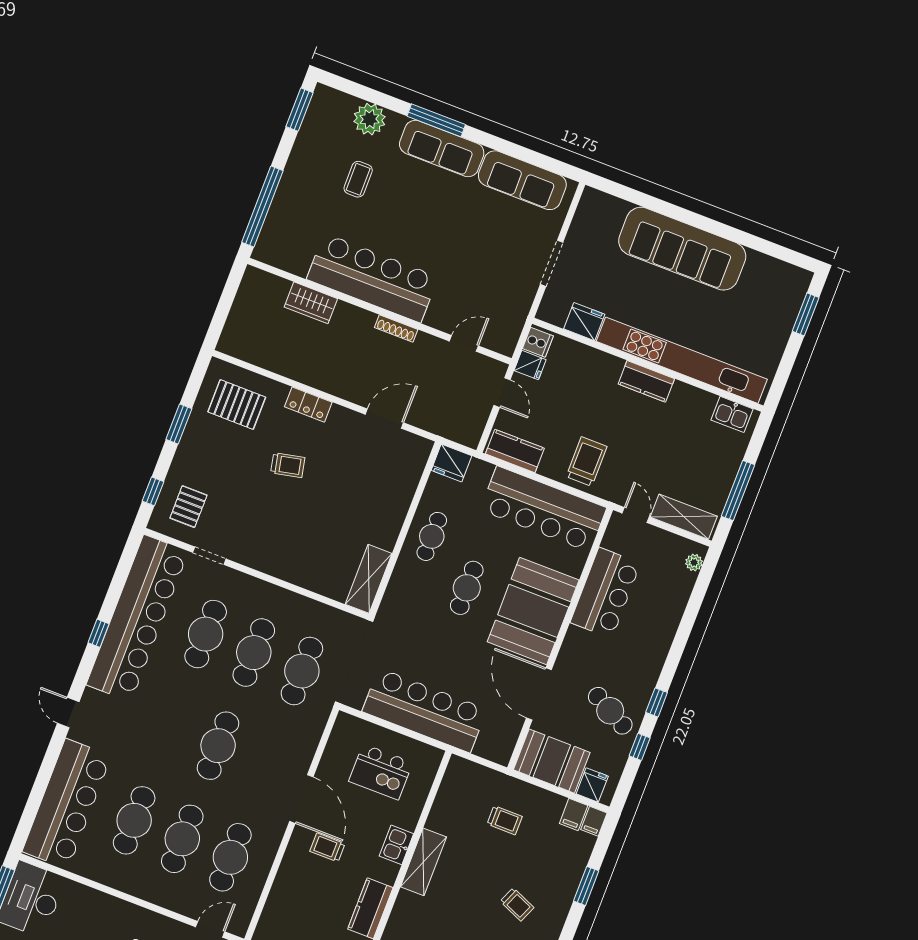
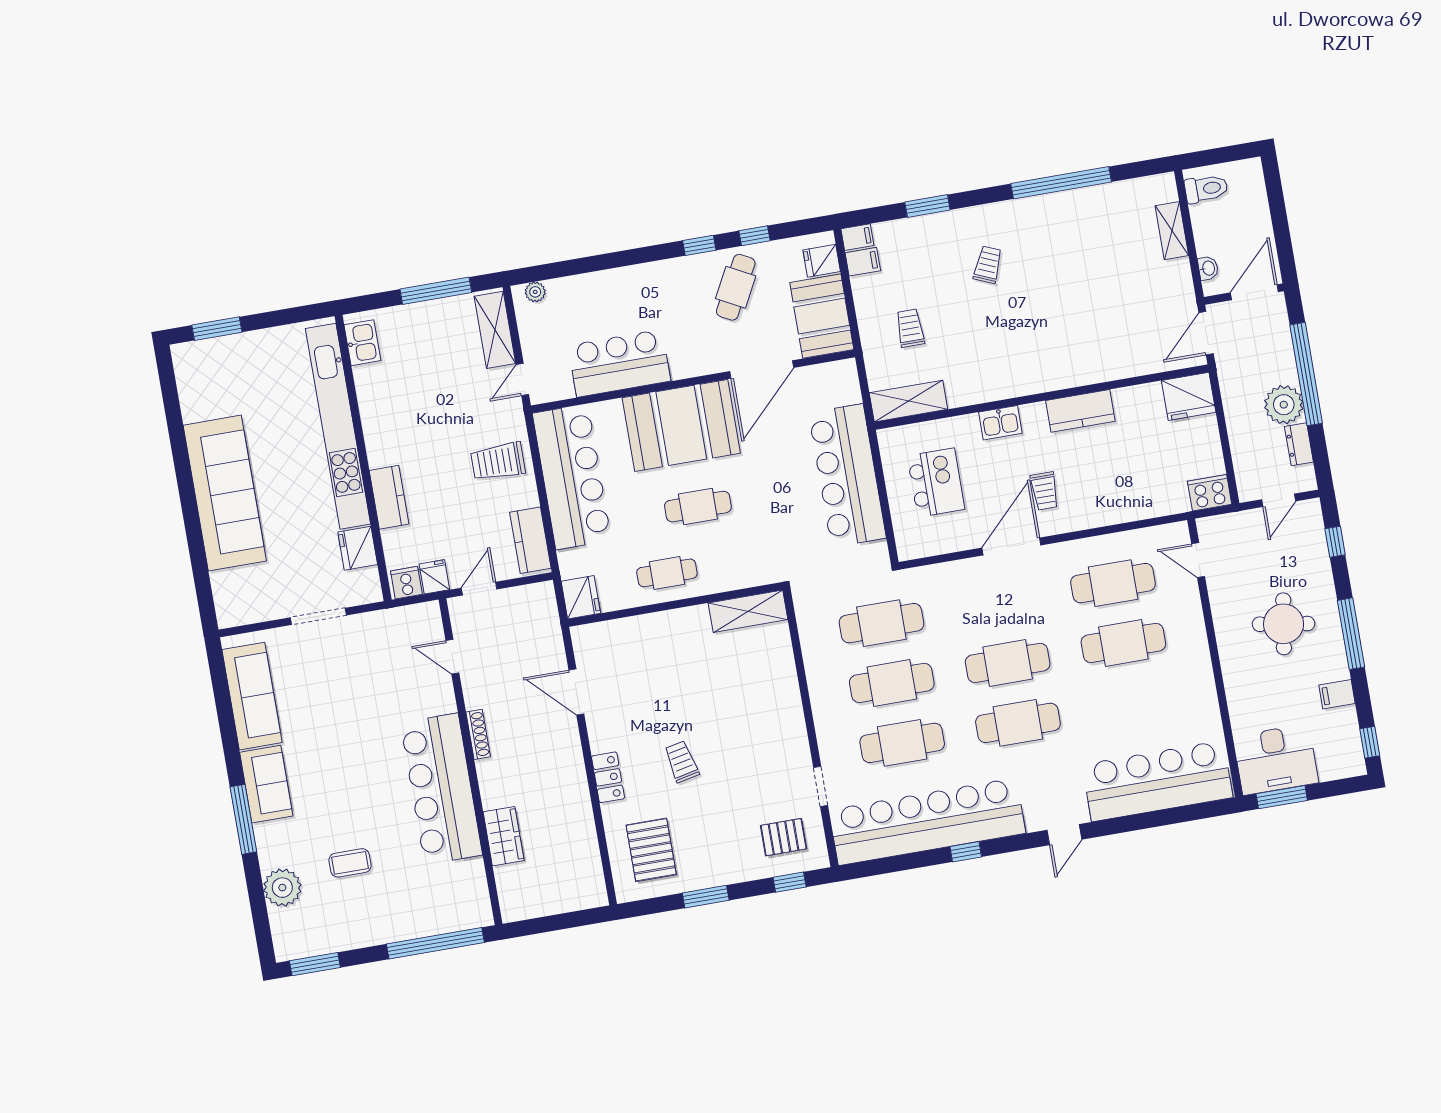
sofa: (442, 148) -> (266, 784), width x0.73
kitchen counter: (646, 381) -> (389, 497), moved
cafe table: (134, 820) -> (1018, 723), moved
shelving: (423, 862) -> (908, 401), moved

